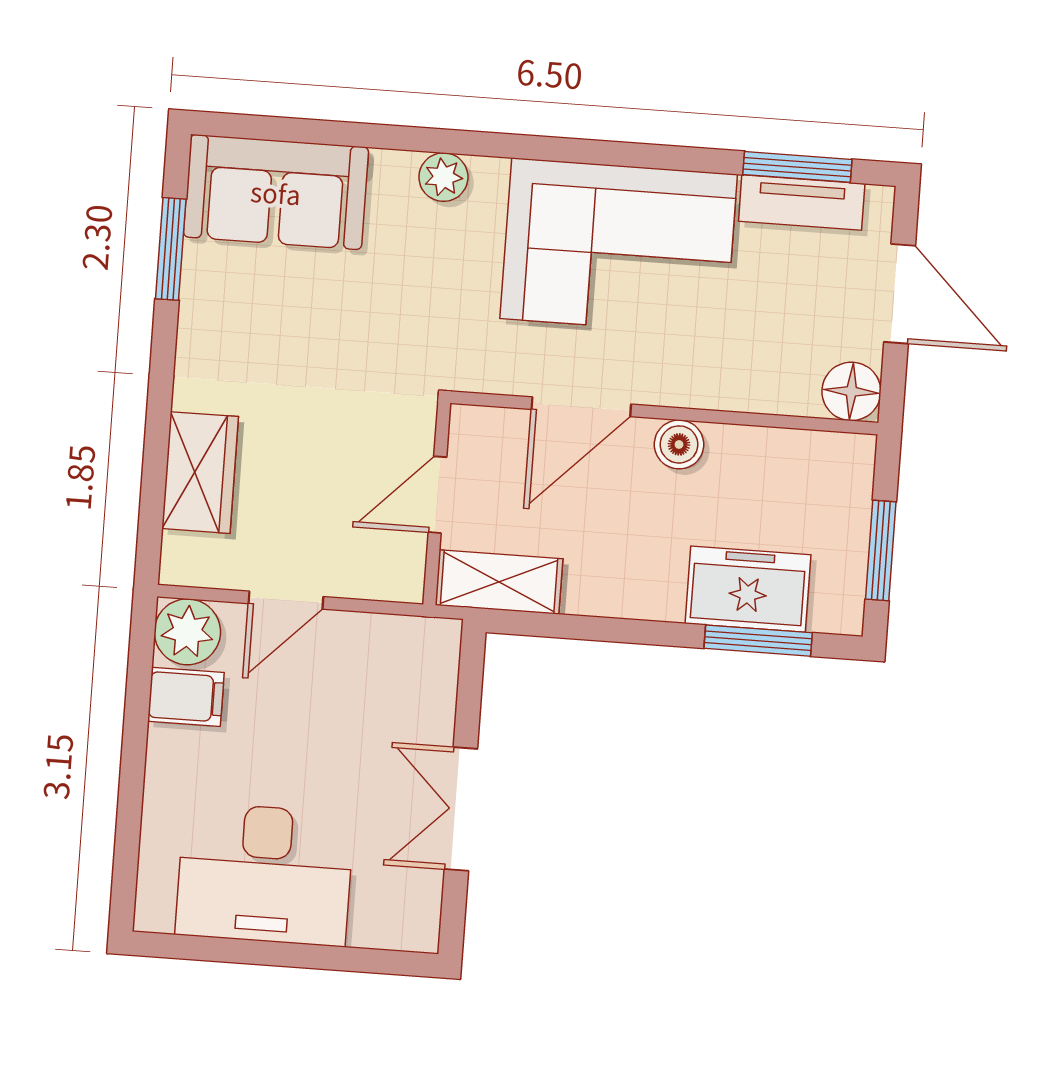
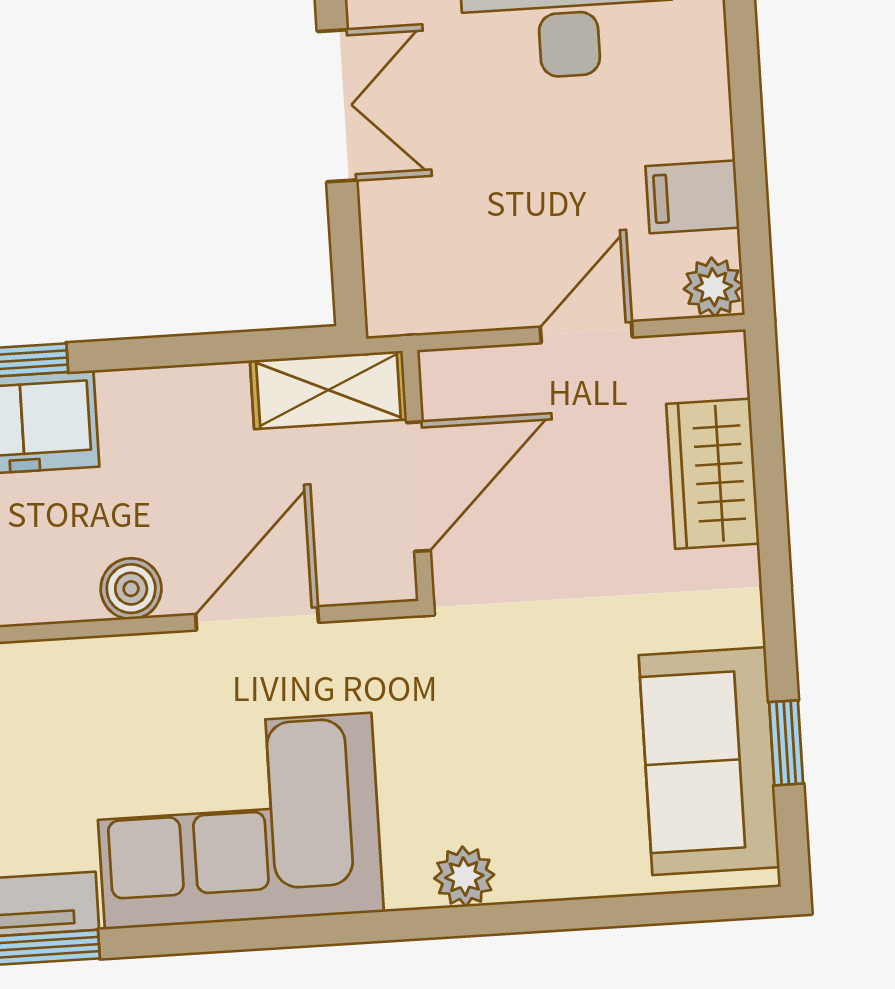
sofa: (276, 192) -> (709, 761), moved, turned -90
window: (171, 249) -> (786, 743), width x0.67
door: (437, 495) -> (418, 487), width x1.37
plant: (187, 632) -> (713, 287), width x0.73, depth x0.73

